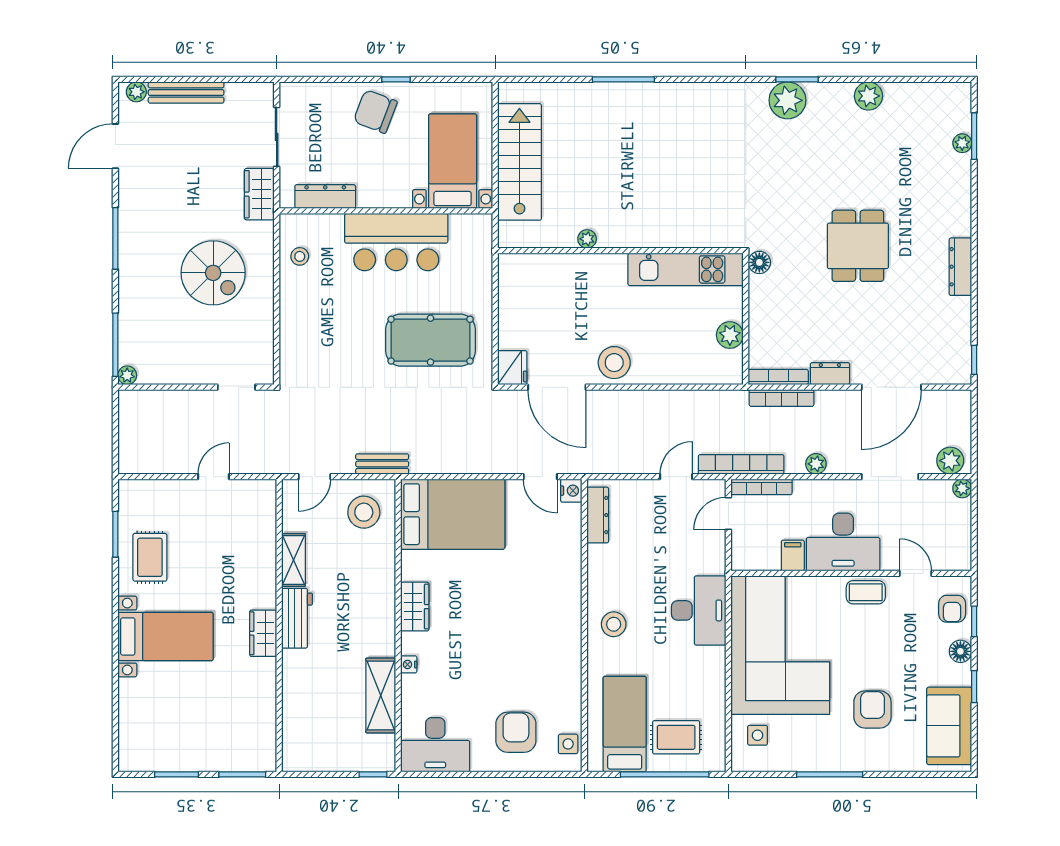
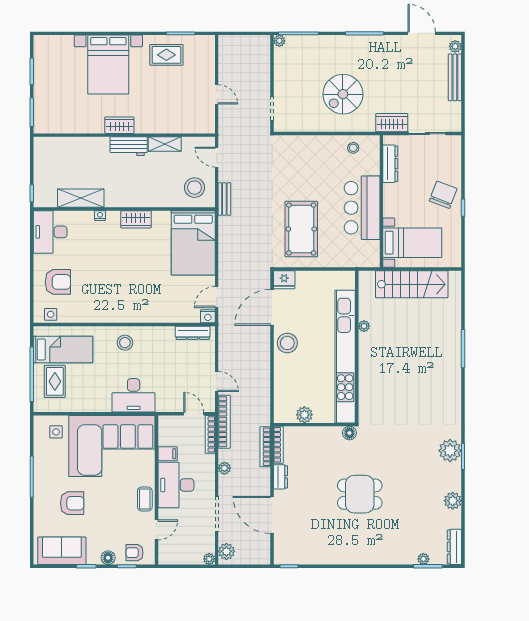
dresser: (960, 267) -> (454, 547), moved, turned -90
kitchen unit: (686, 269) -> (345, 357), width x1.86
bed with nightstands: (165, 636) -> (108, 65), width x1.36

